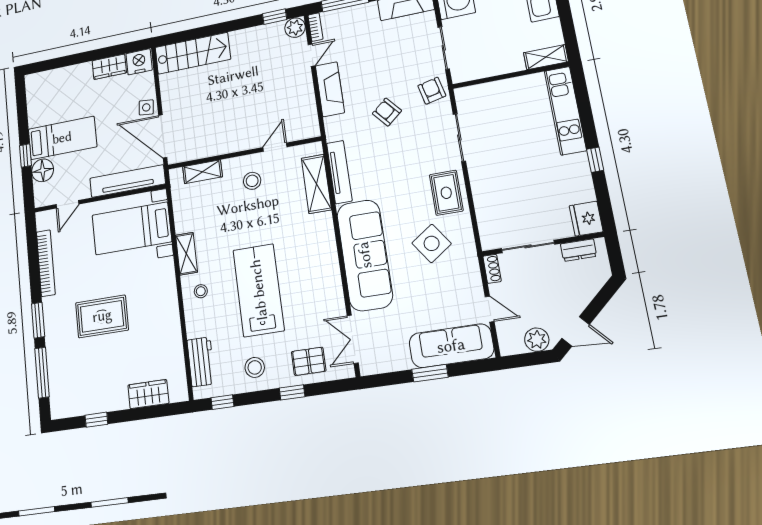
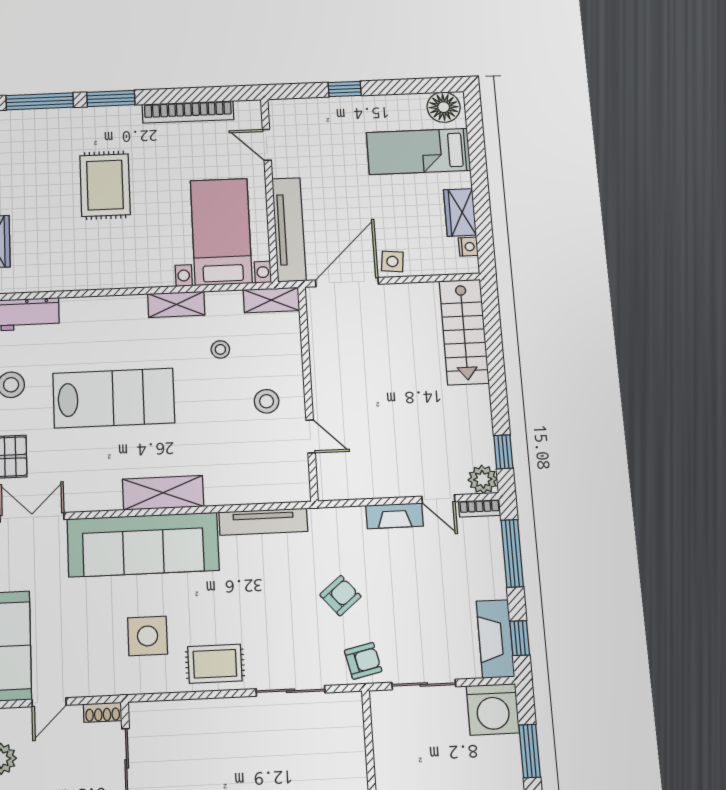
nightstand: (139, 62) -> (468, 247), width x0.53, depth x0.56
fireplace: (330, 89) -> (394, 516), width x0.73, depth x0.76
bed: (62, 138) -> (418, 151), moved, turned 90
floor lamp: (43, 170) -> (444, 107), moved
shelving: (202, 172) -> (271, 300), moved, turned 90
shelving: (316, 184) -> (163, 493), moved
side table: (432, 243) -> (148, 636), turned 35
stool: (201, 291) -> (220, 349), moved

